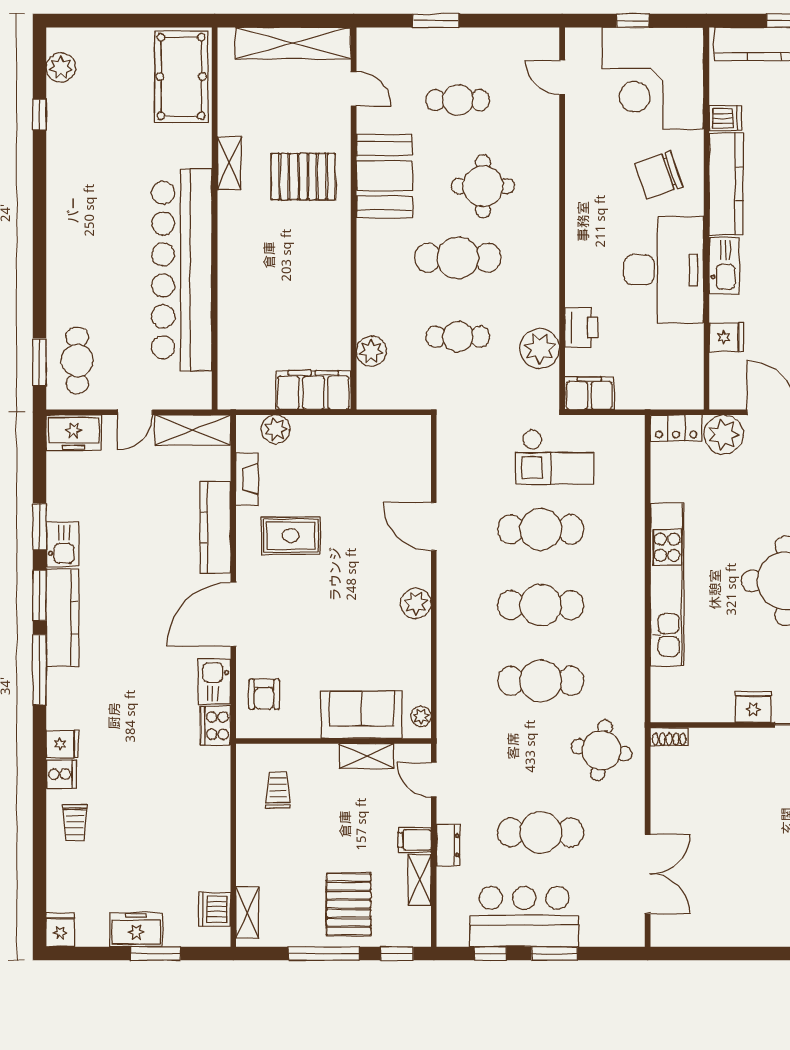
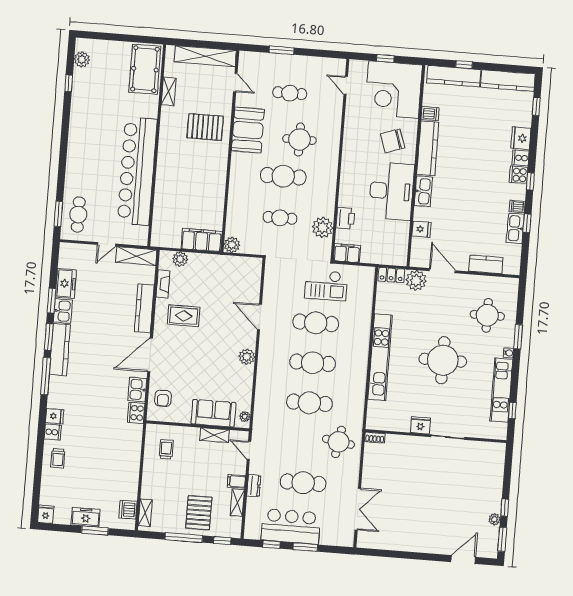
shelving: (229, 163) -> (169, 91), moved
plant: (371, 351) -> (232, 245), moved
freezer: (74, 433) -> (66, 284), moved, turned -90

